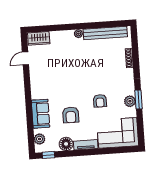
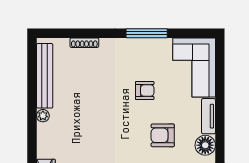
window: (138, 99) -> (147, 33), width x1.44
plant: (130, 101) -> (148, 46), removed
armchair: (71, 115) -> (163, 135), turned 180

